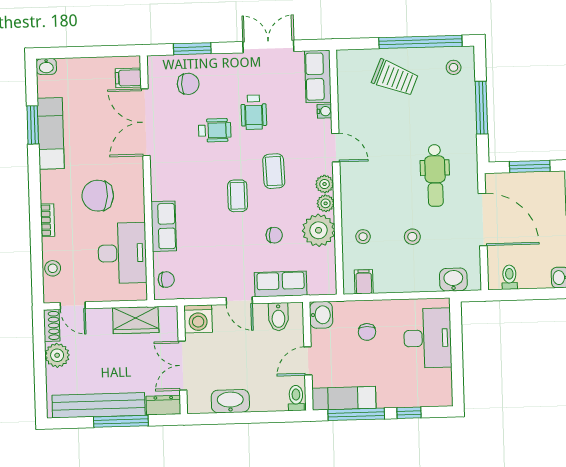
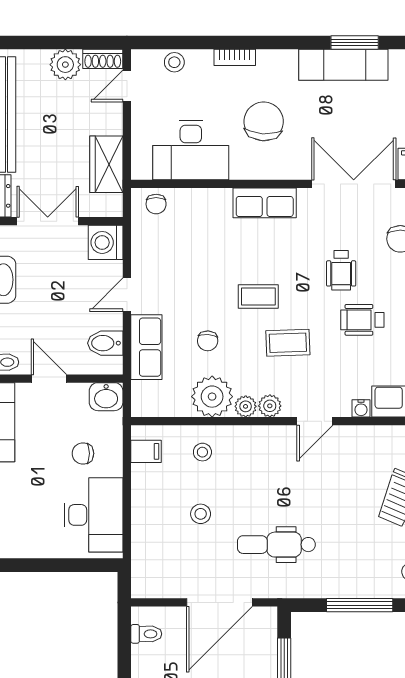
row of seats: (164, 226) -> (265, 203), moved
washbasin: (453, 280) -> (145, 564), removed
desk: (428, 338) -> (94, 515), moved, turned -90

